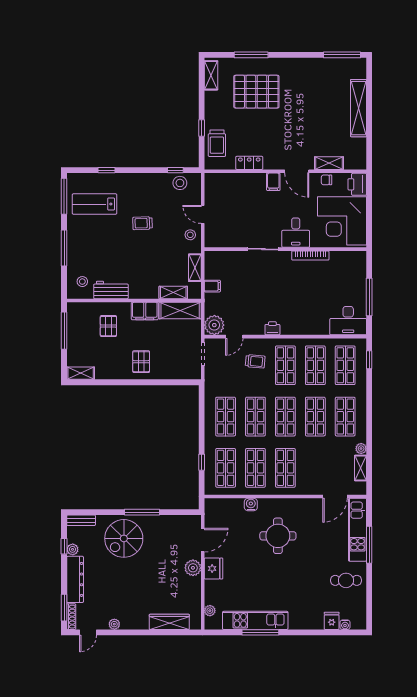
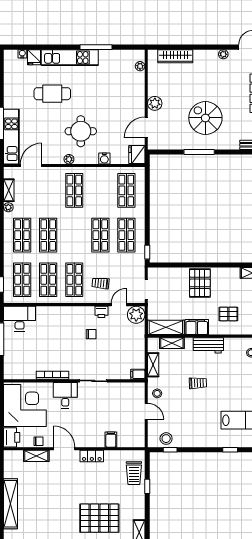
trolley: (217, 143) -> (134, 473), turned 180
locker: (249, 163) -> (92, 456), moved
filing cabinet: (273, 182) -> (111, 440), moved
trolley: (142, 223) -> (198, 383), moved
filing cabinet: (212, 286) -> (138, 374), moved
workbench: (111, 290) -> (208, 345), moved
chair: (266, 303) -> (91, 334), added
pallet: (108, 326) -> (228, 314), turned 90
printer: (272, 328) -> (101, 312), moved
pallet: (141, 362) -> (200, 283), width x1.50, depth x1.42
shop shelf: (285, 417) -> (74, 235), removed
window: (202, 462) -> (147, 252), moved
shop shelf: (255, 468) -> (100, 190), removed
plant: (291, 504) -> (69, 159), added
spiral stairs: (124, 538) -> (205, 118), moved, turned -90
fridge: (214, 568) -> (137, 155), moved
cafe table: (346, 580) -> (52, 94), moved, width x1.37, depth x1.35
kitchen unit: (255, 620) -> (70, 58), moved

